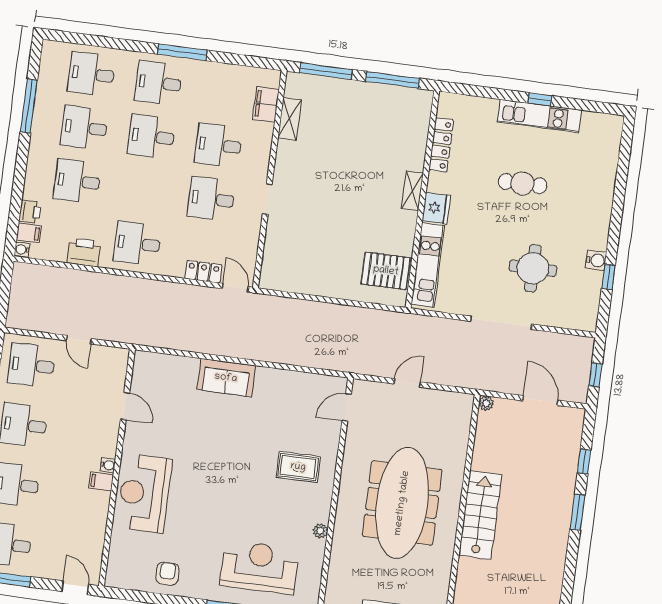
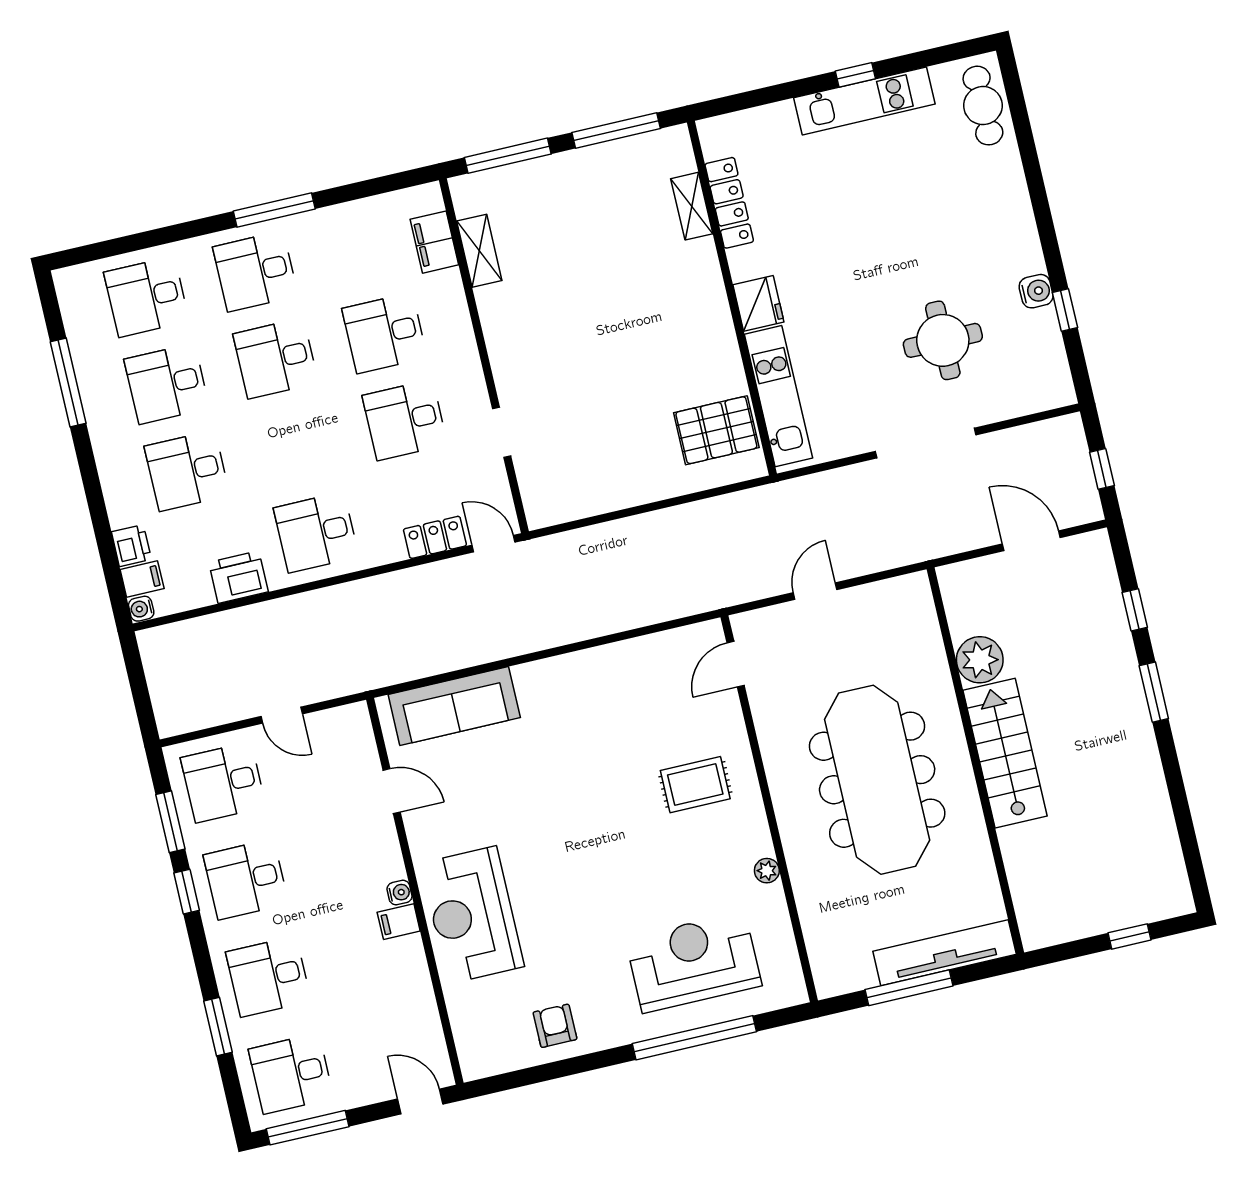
cafe table: (523, 184) -> (983, 106), moved, turned 90
shelving: (412, 191) -> (692, 206), moved
doorway: (267, 199) -> (502, 432), moved
sofa: (226, 378) -> (454, 706), moved, width x1.36
plant: (486, 403) -> (980, 660), moved, width x1.88, depth x1.88

